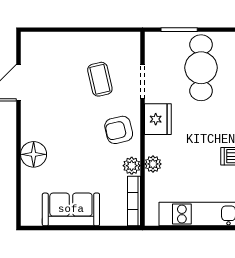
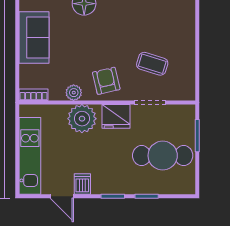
coffee table: (100, 79) -> (152, 64), turned 30
plant: (153, 164) -> (82, 119), width x1.88, depth x1.88
bookcase: (134, 201) -> (34, 95), width x0.64

